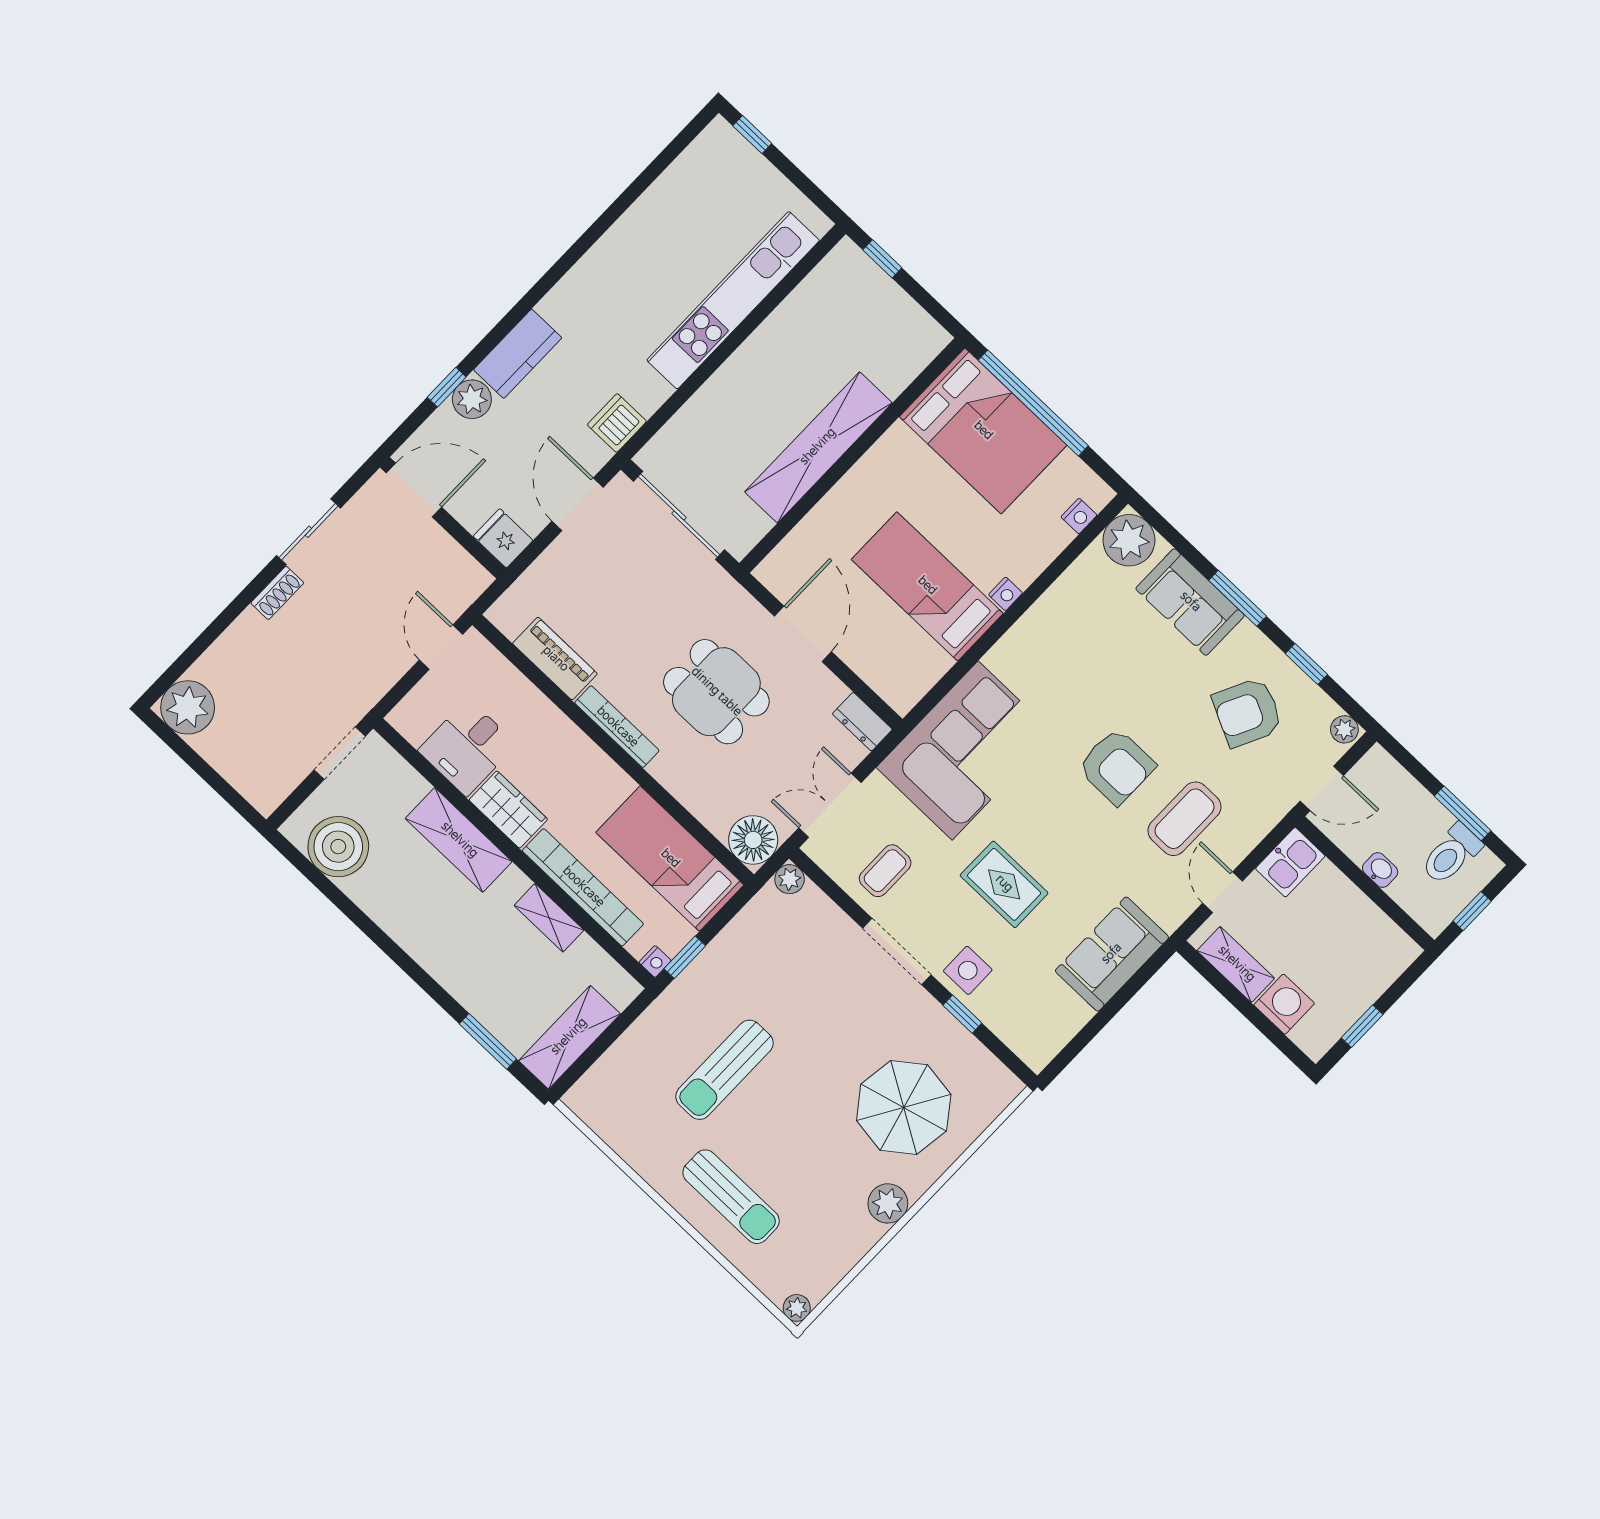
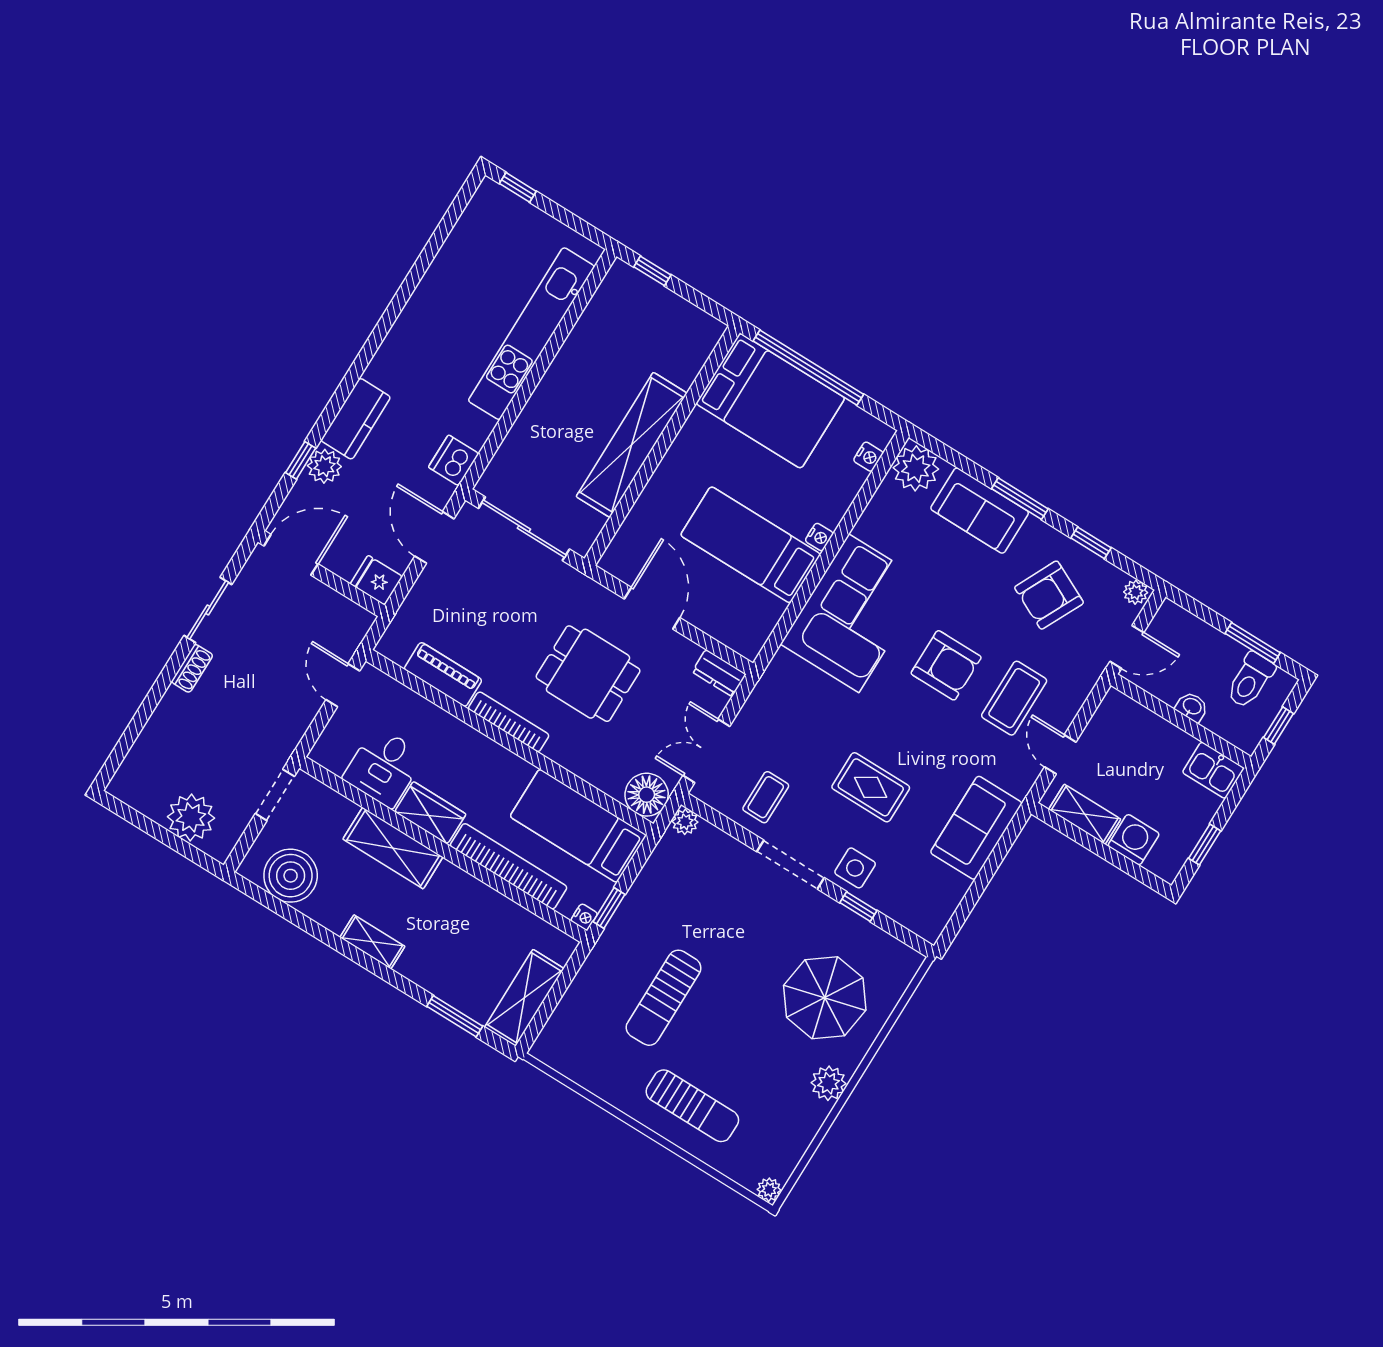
plant: (188, 707) -> (191, 817), moved
corner sofa: (965, 750) -> (854, 613), moved
kitchen sink: (1290, 862) -> (1213, 770), moved, turned 90
shelving: (549, 918) -> (372, 942), moved

